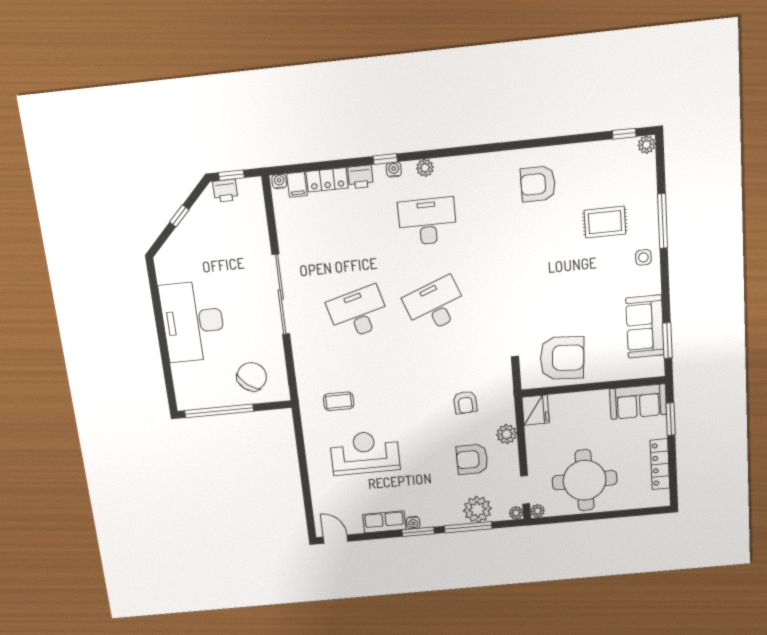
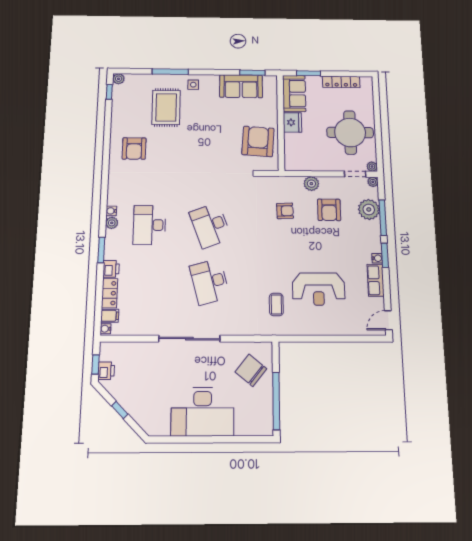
window: (385, 159) -> (101, 250), width x1.50
water cooler: (394, 170) -> (111, 211), moved
rug: (605, 222) -> (166, 107), width x1.36, depth x1.43
fridge: (536, 410) -> (292, 122), moved, turned 90
reception desk: (365, 453) -> (319, 289), turned -90

